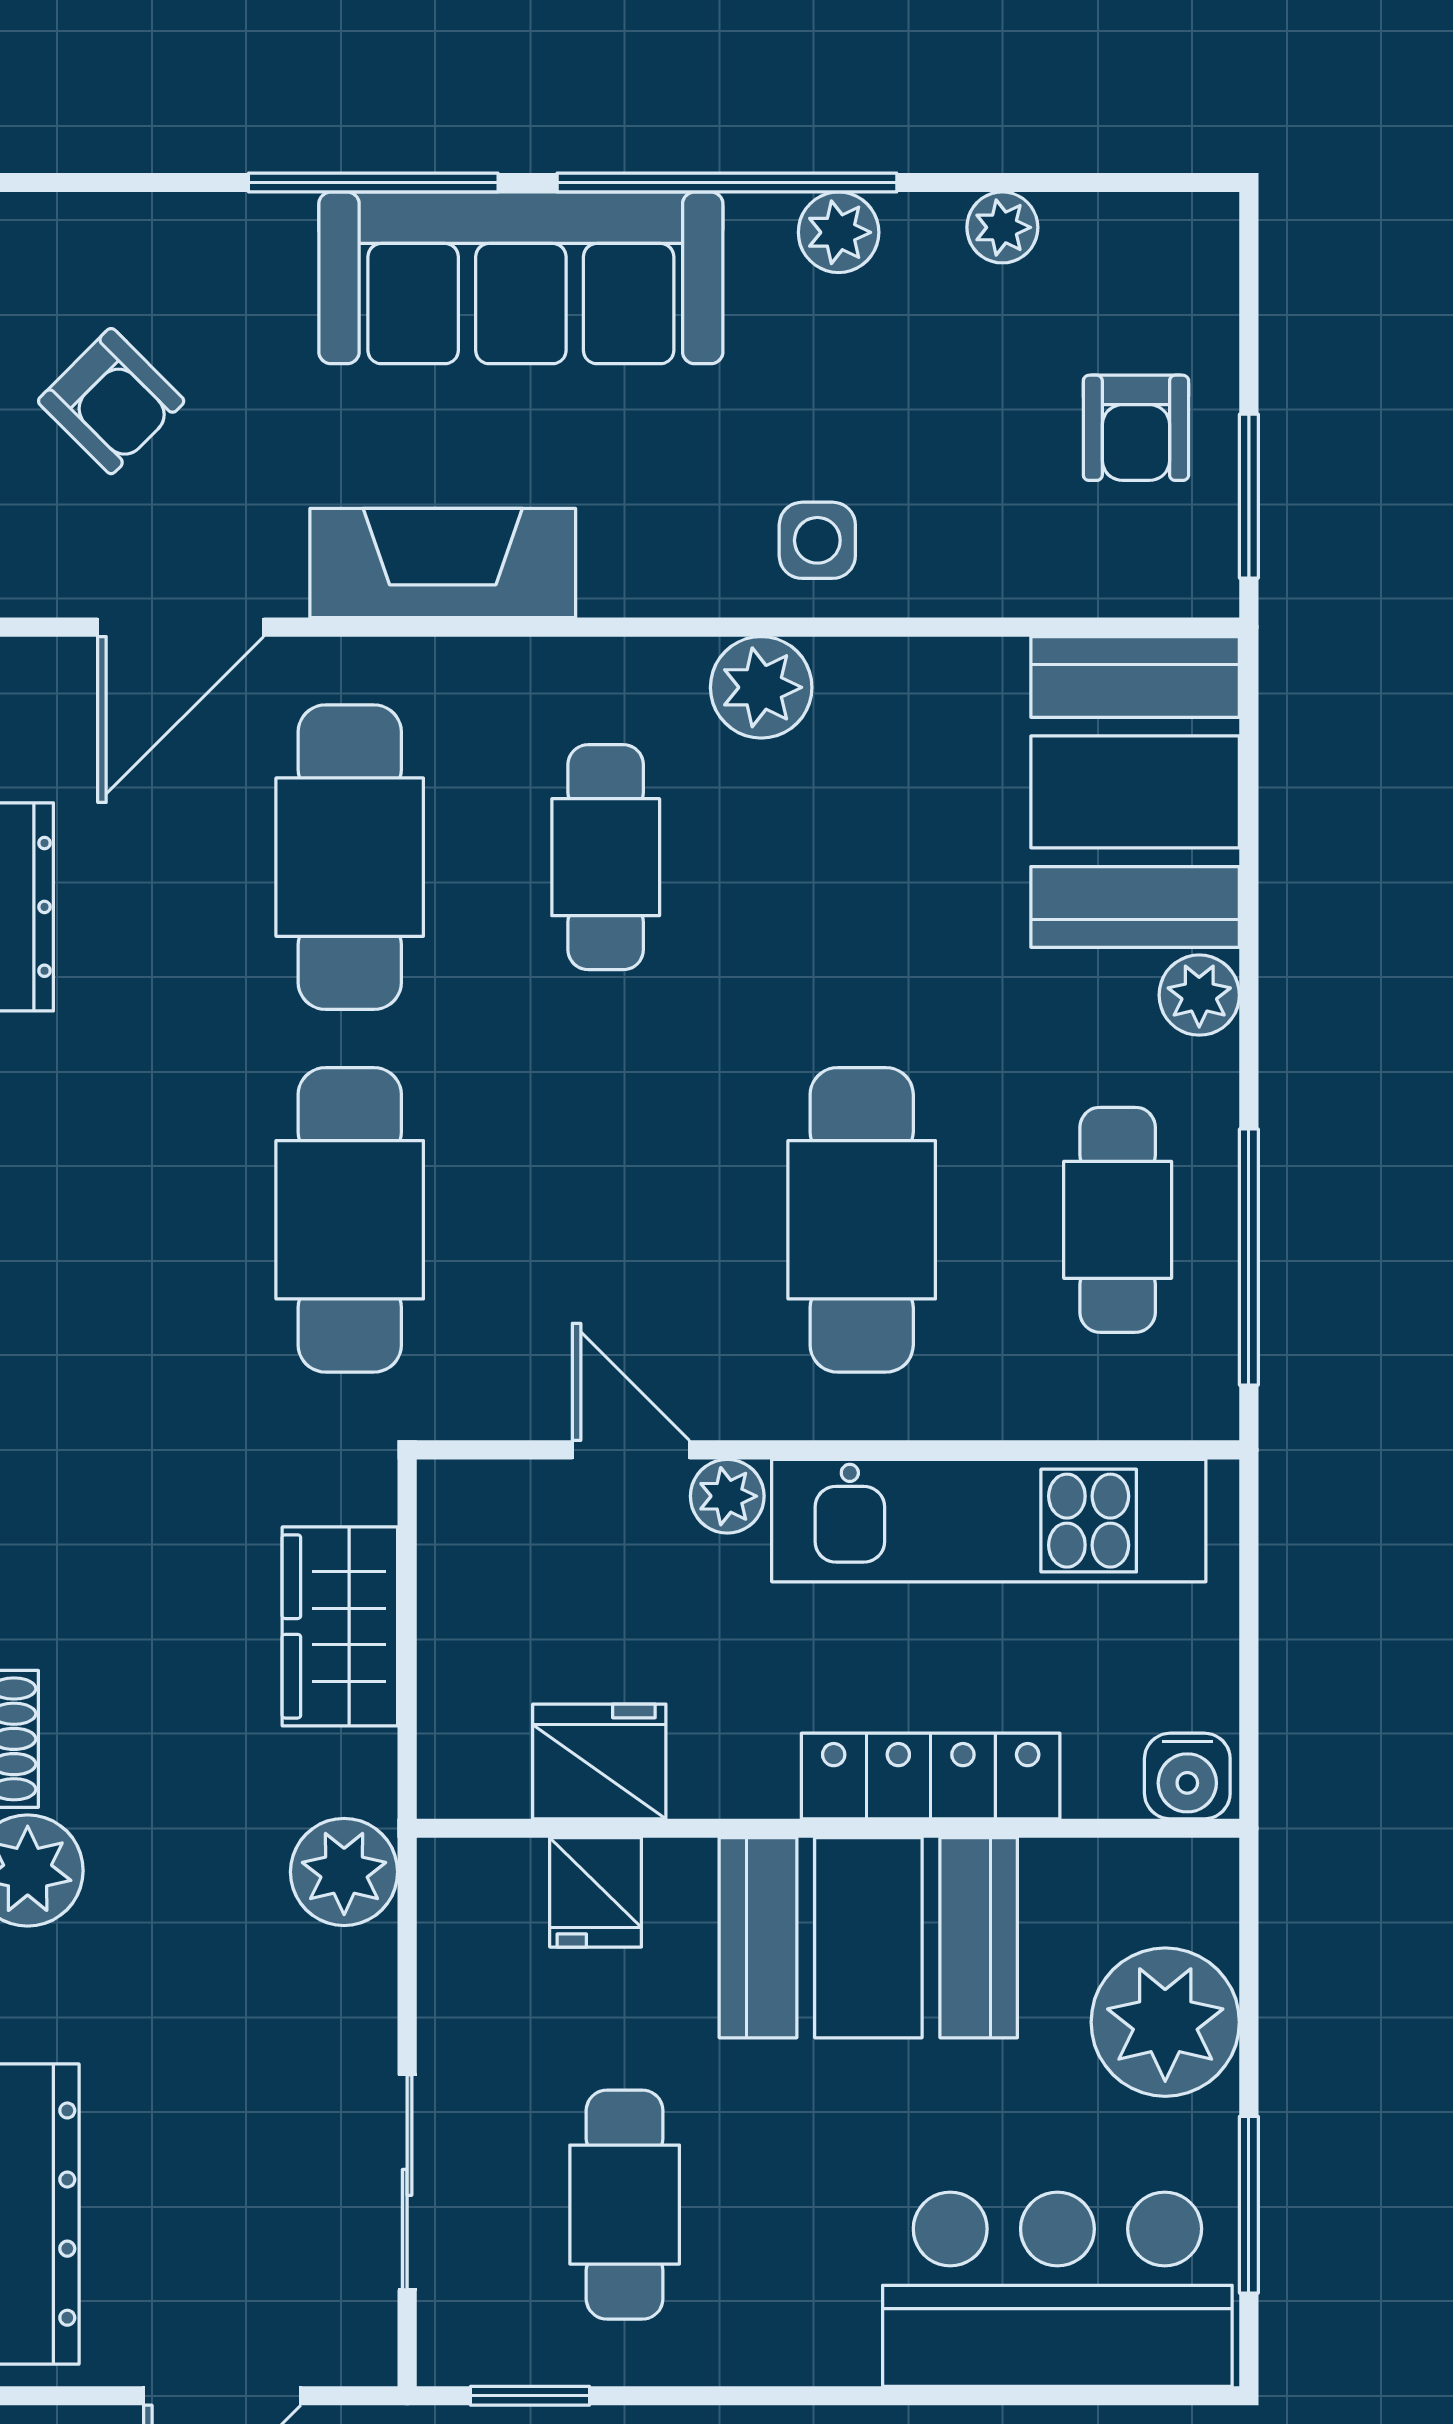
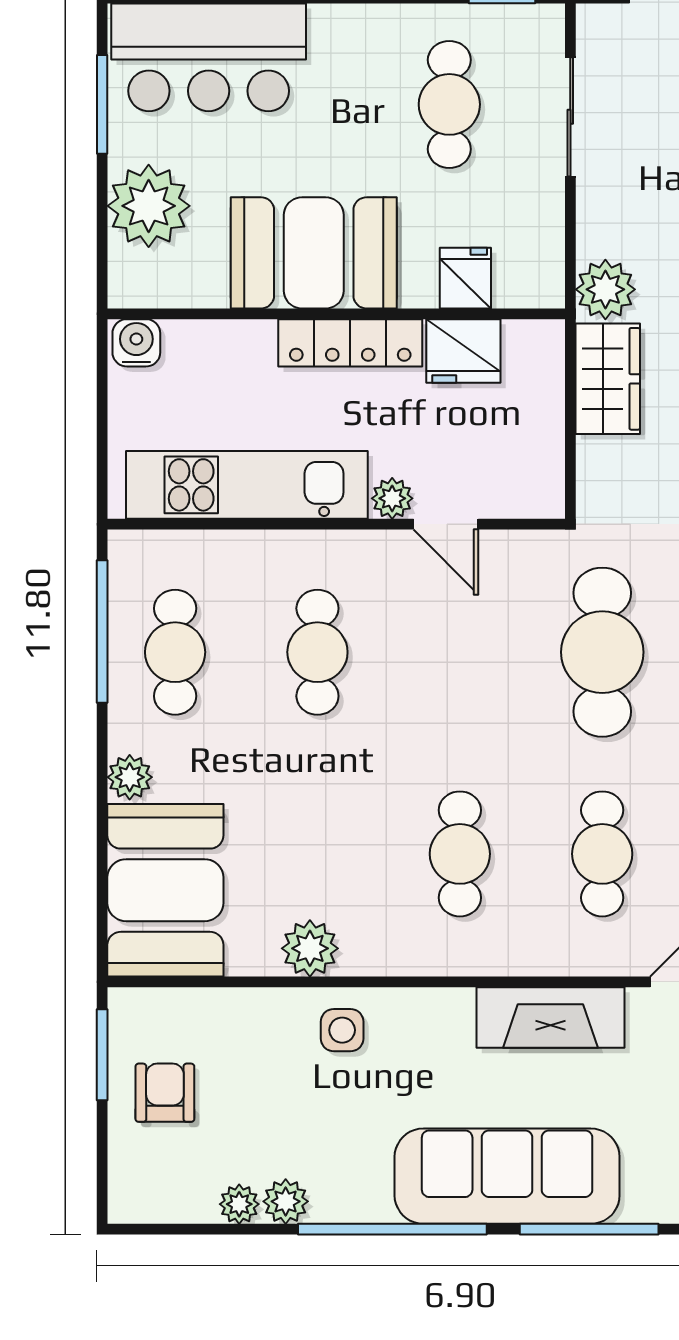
plant: (839, 232) -> (286, 1201), moved
plant: (761, 687) -> (310, 948), moved
cafe table: (350, 857) -> (602, 854), width x0.73, depth x0.74
cafe table: (862, 1220) -> (317, 652), width x0.73, depth x0.74
wardrobe: (340, 1626) -> (608, 379), moved
locker: (931, 1776) -> (350, 343), moved

